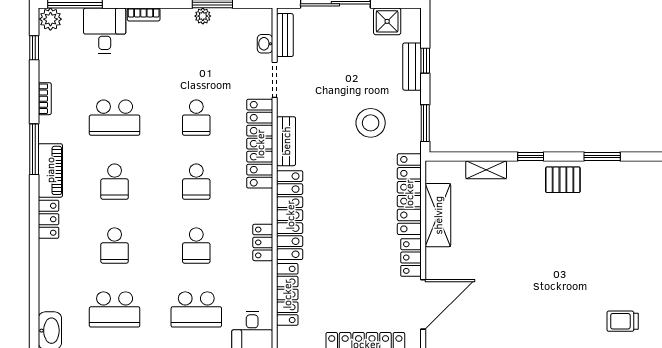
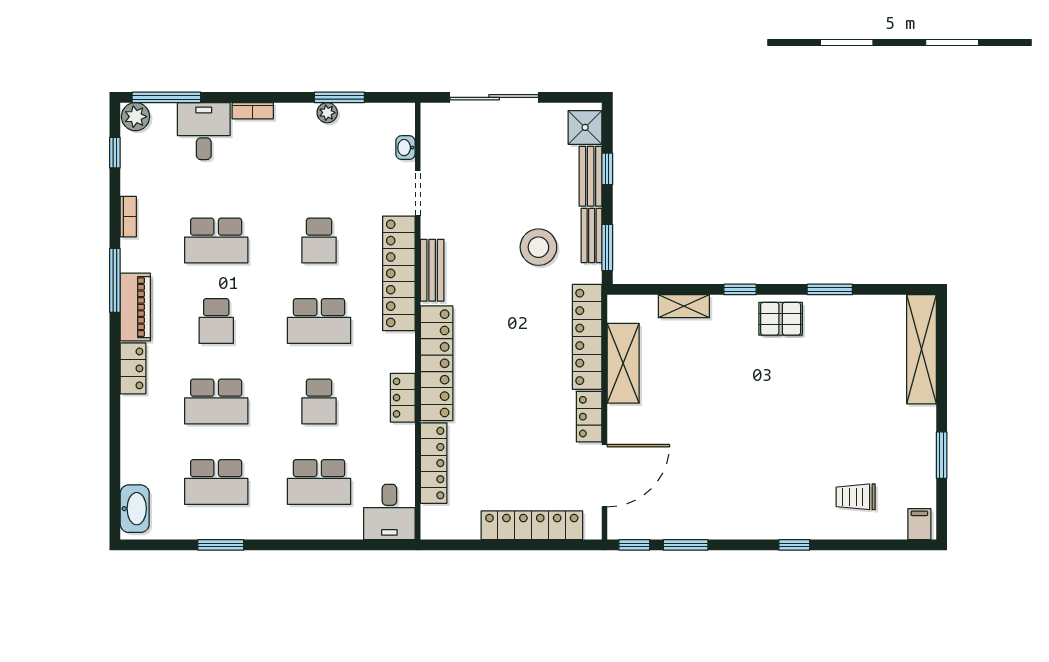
shower: (387, 21) -> (585, 127), moved
bench: (285, 35) -> (592, 235), moved
school desk: (196, 182) -> (319, 321), width x1.85
school desk: (115, 246) -> (216, 402), width x1.85

